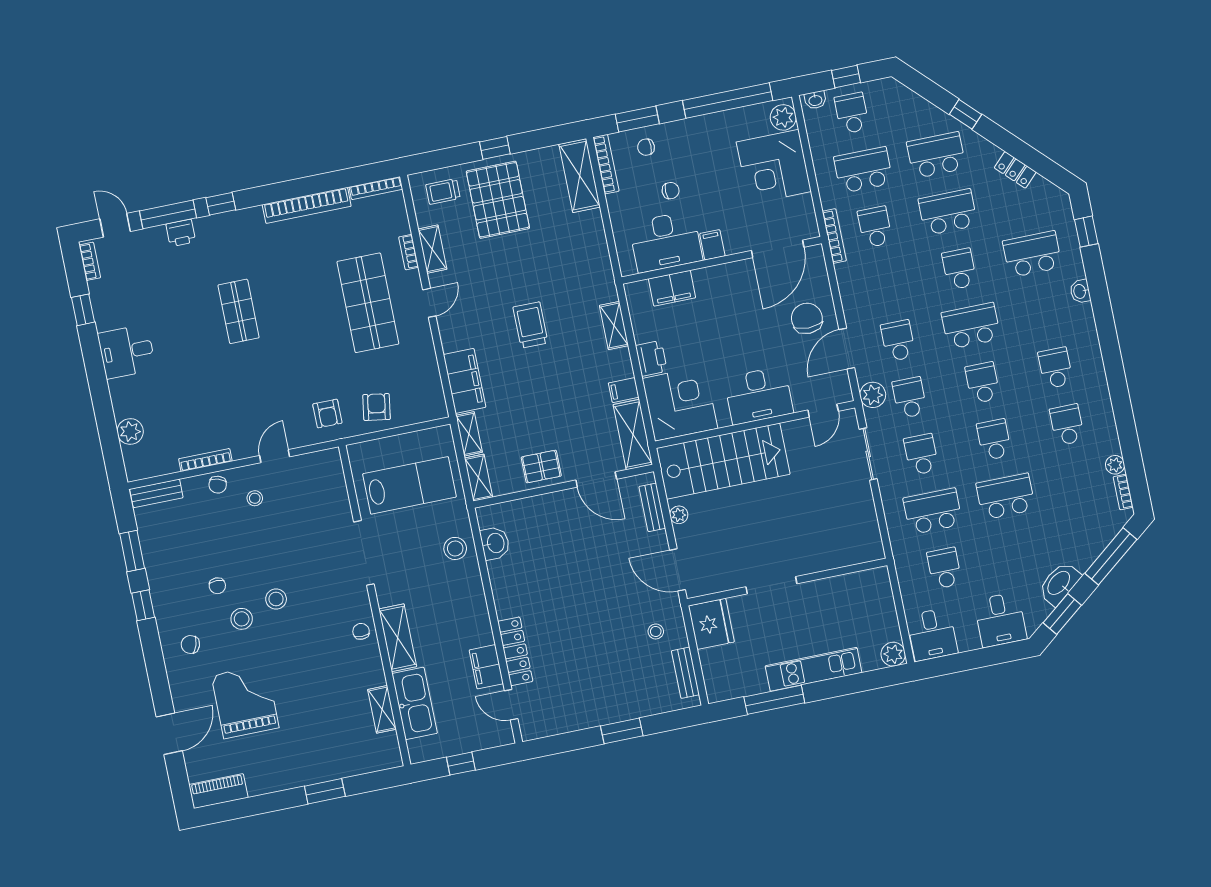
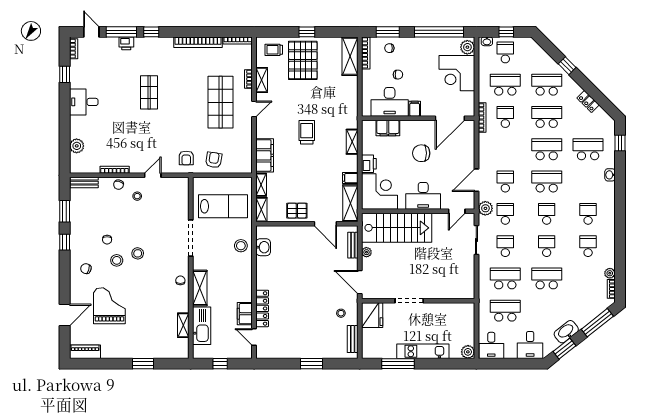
school desk: (959, 269) -> (547, 149), width x1.85
chair: (807, 318) -> (421, 153), moved, turned -90
school desk: (944, 568) -> (505, 311), width x1.85

